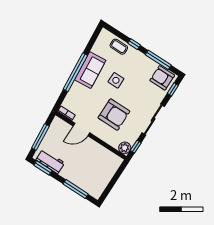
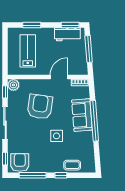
sofa: (90, 70) -> (82, 115), moved
armchair: (162, 78) -> (20, 162), turned -90
armchair: (114, 115) -> (40, 107), turned 98
lab bench: (94, 169) -> (28, 51), added
window: (76, 189) -> (32, 25), width x0.69

